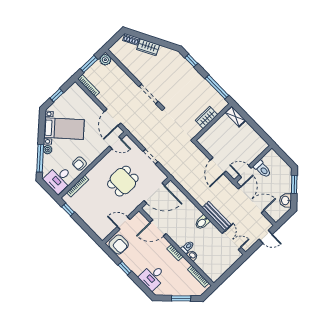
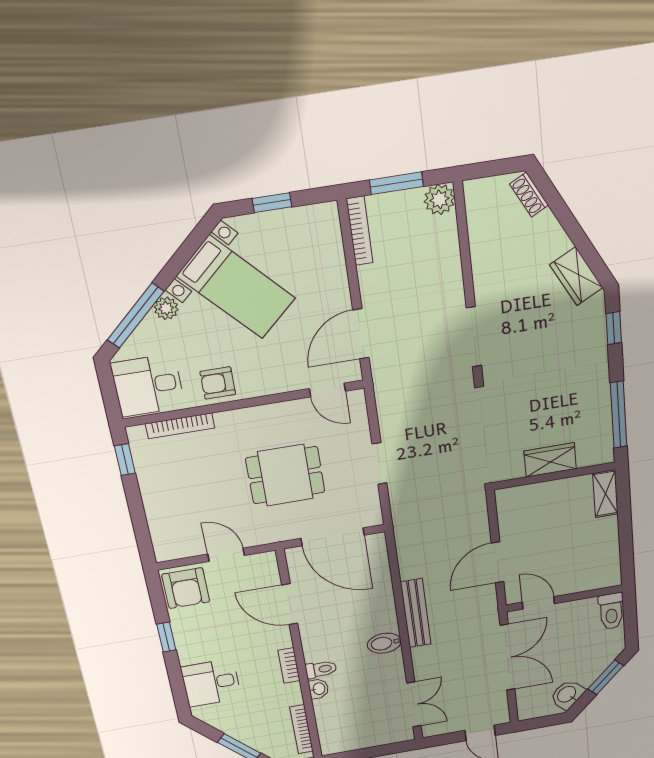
wardrobe: (148, 47) -> (576, 276), moved
toilet: (262, 169) -> (611, 611), moved
bench: (217, 216) -> (416, 613), moved

